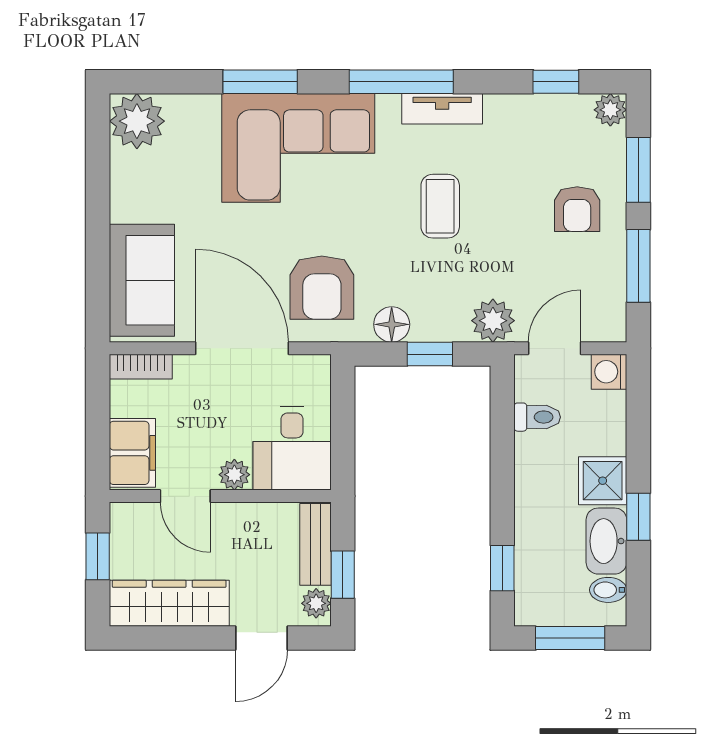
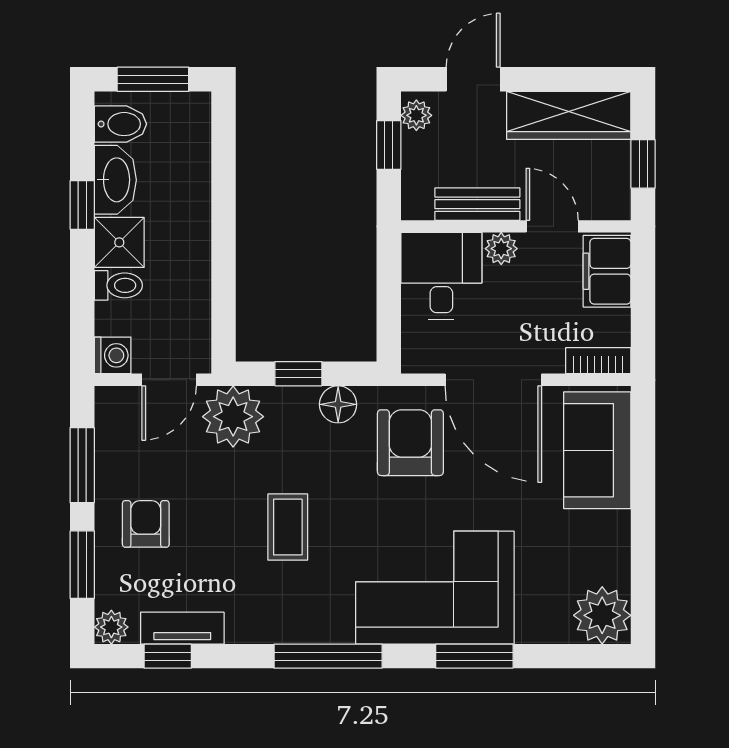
tv unit: (442, 109) -> (182, 628), moved
plant: (493, 321) -> (233, 417), width x1.36, depth x1.36
toilet: (537, 417) -> (118, 285), moved, turned 180
bench: (315, 544) -> (477, 204), moved, turned 90
window: (502, 568) -> (223, 152), removed
bidet: (608, 590) -> (120, 124), width x1.38, depth x1.36

